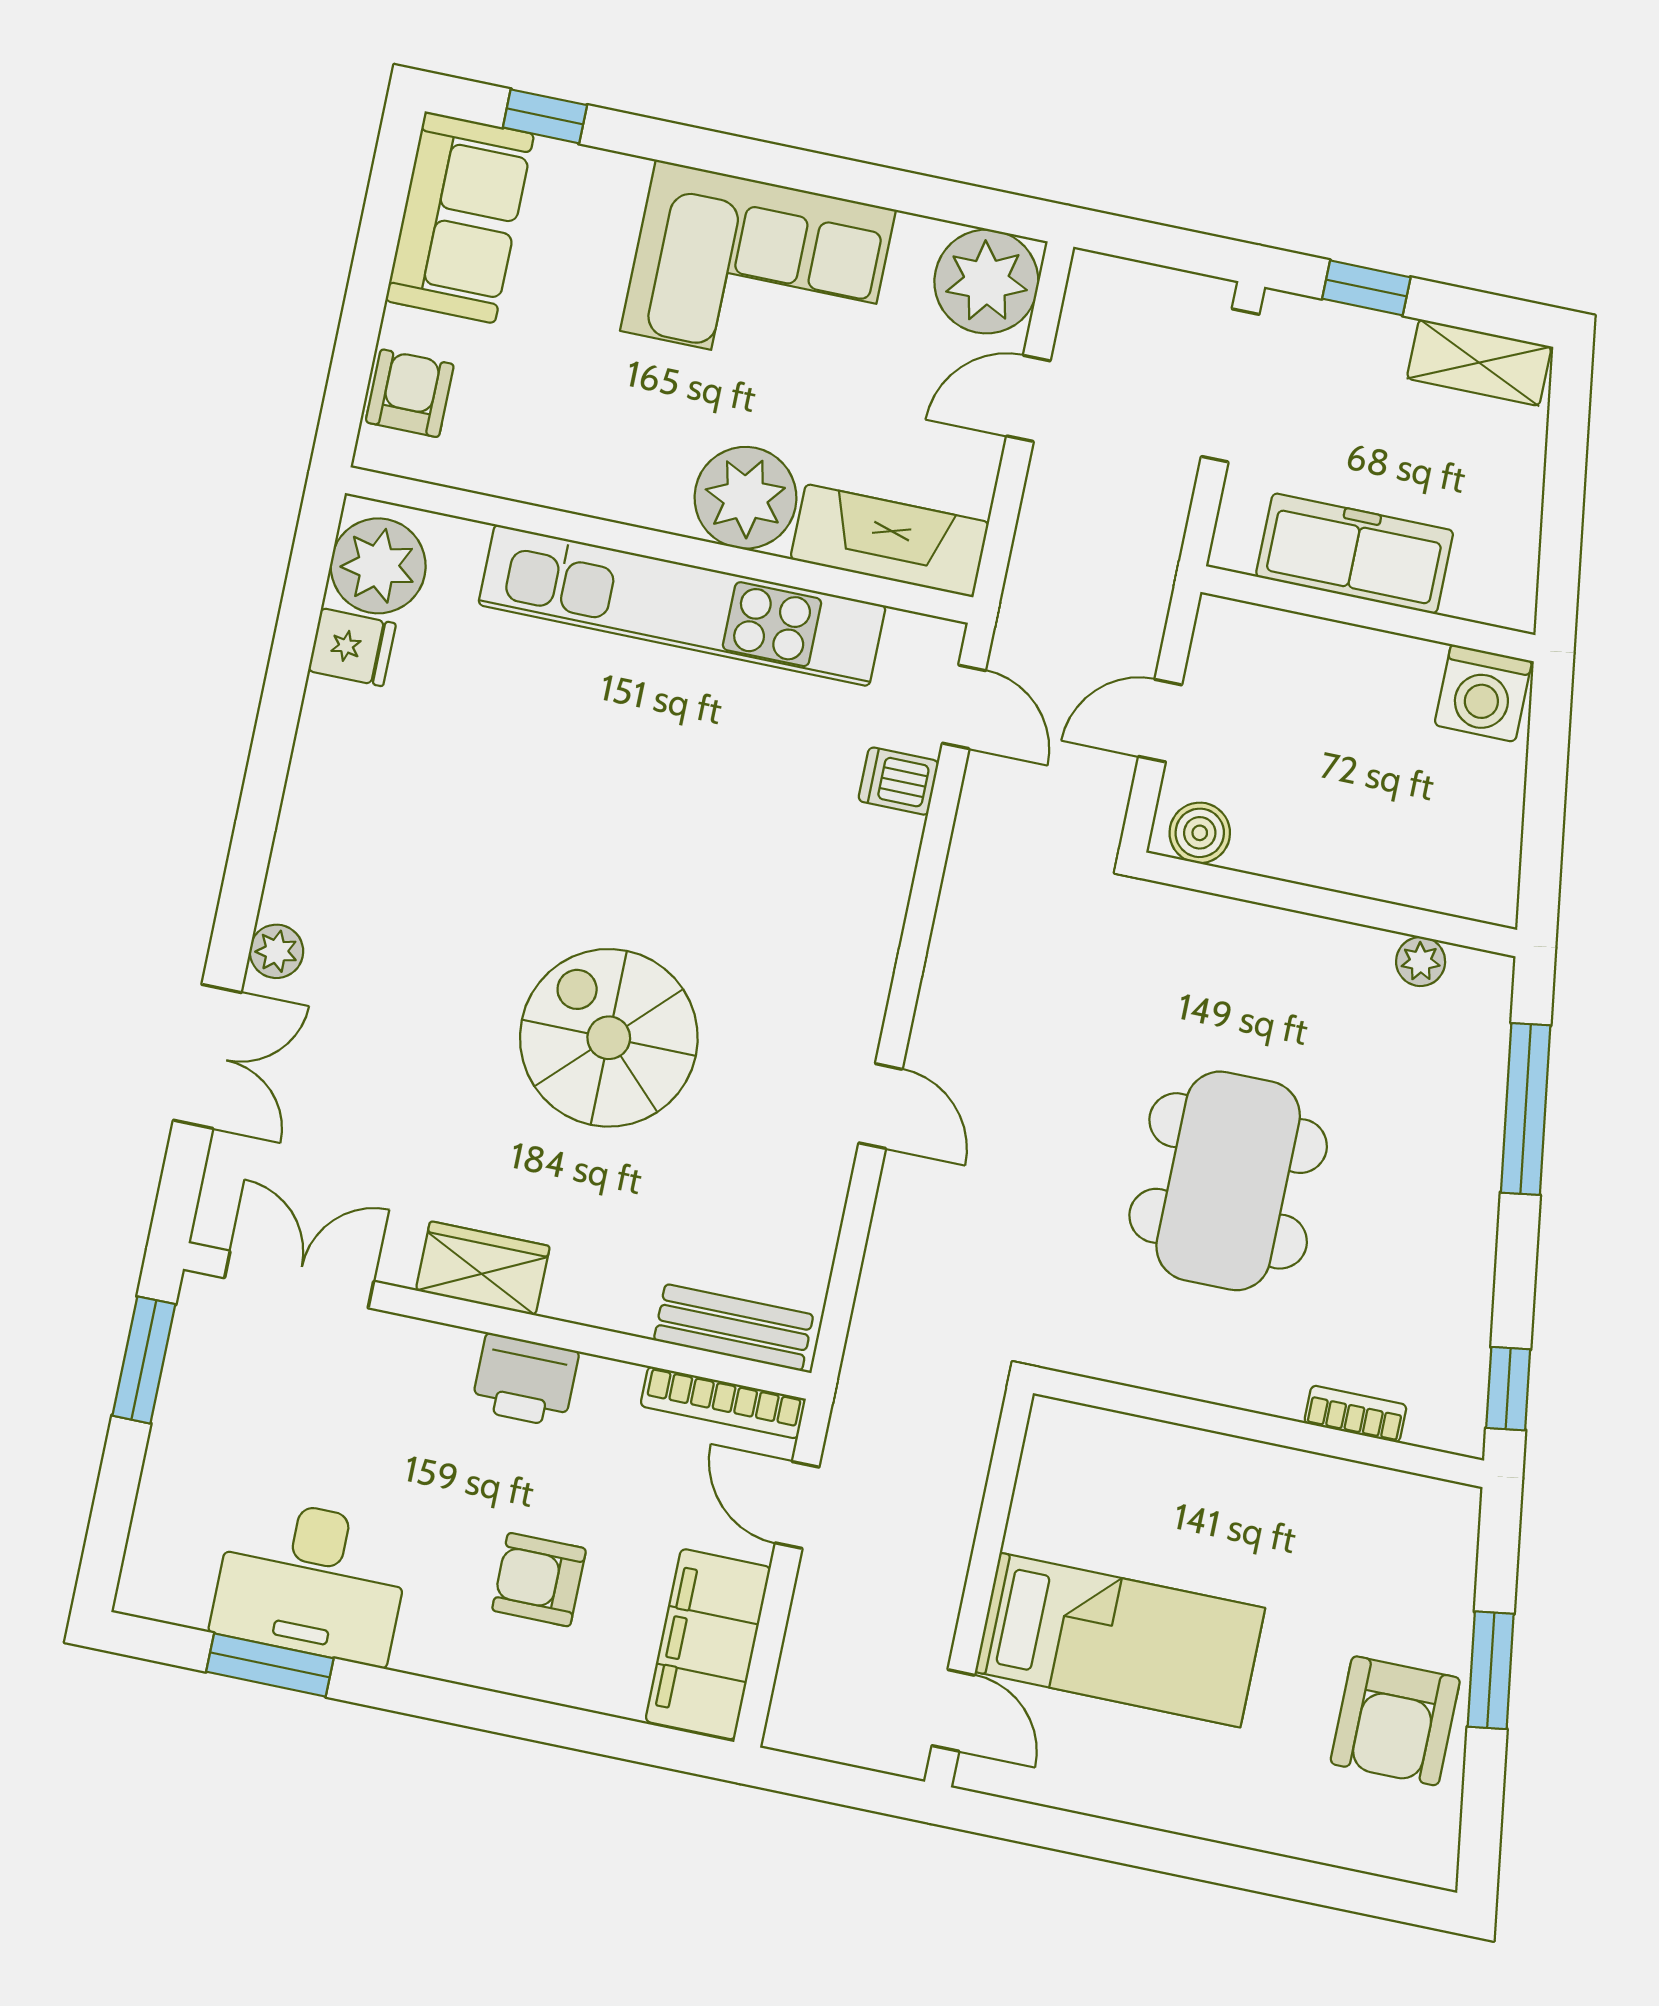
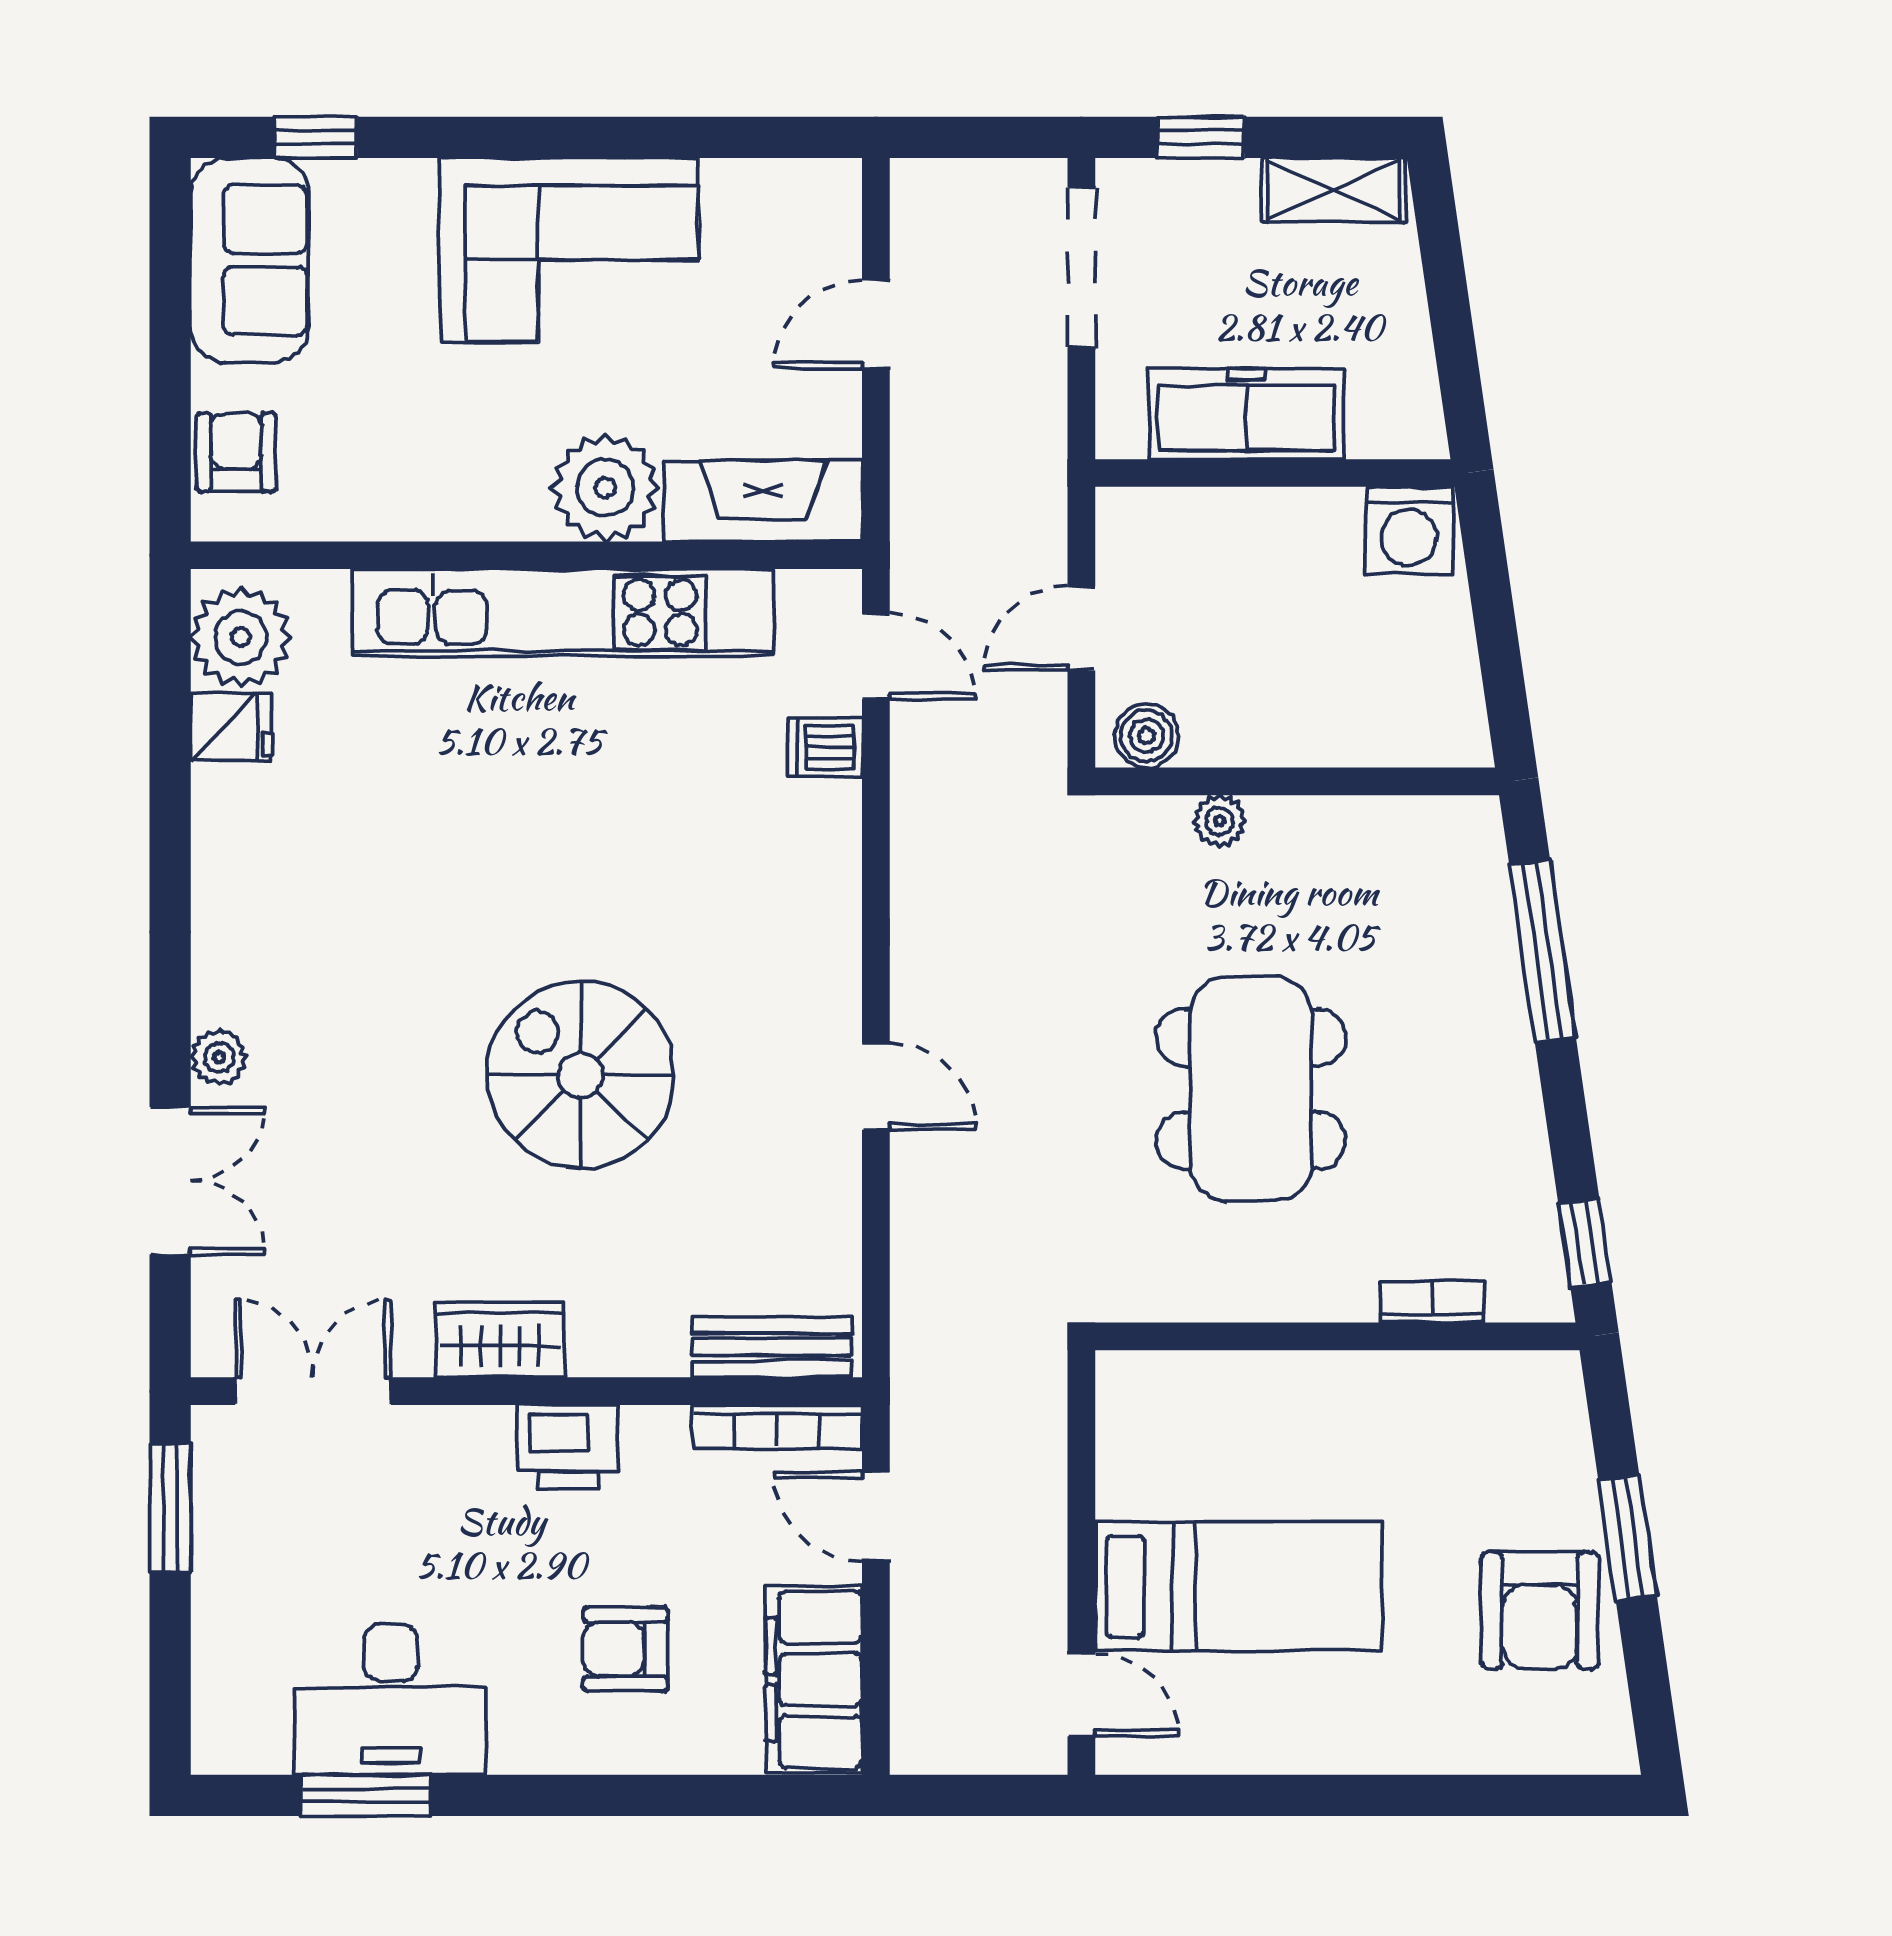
plant: (986, 282) -> (807, 213), removed
plant: (1421, 961) -> (1219, 821), moved

